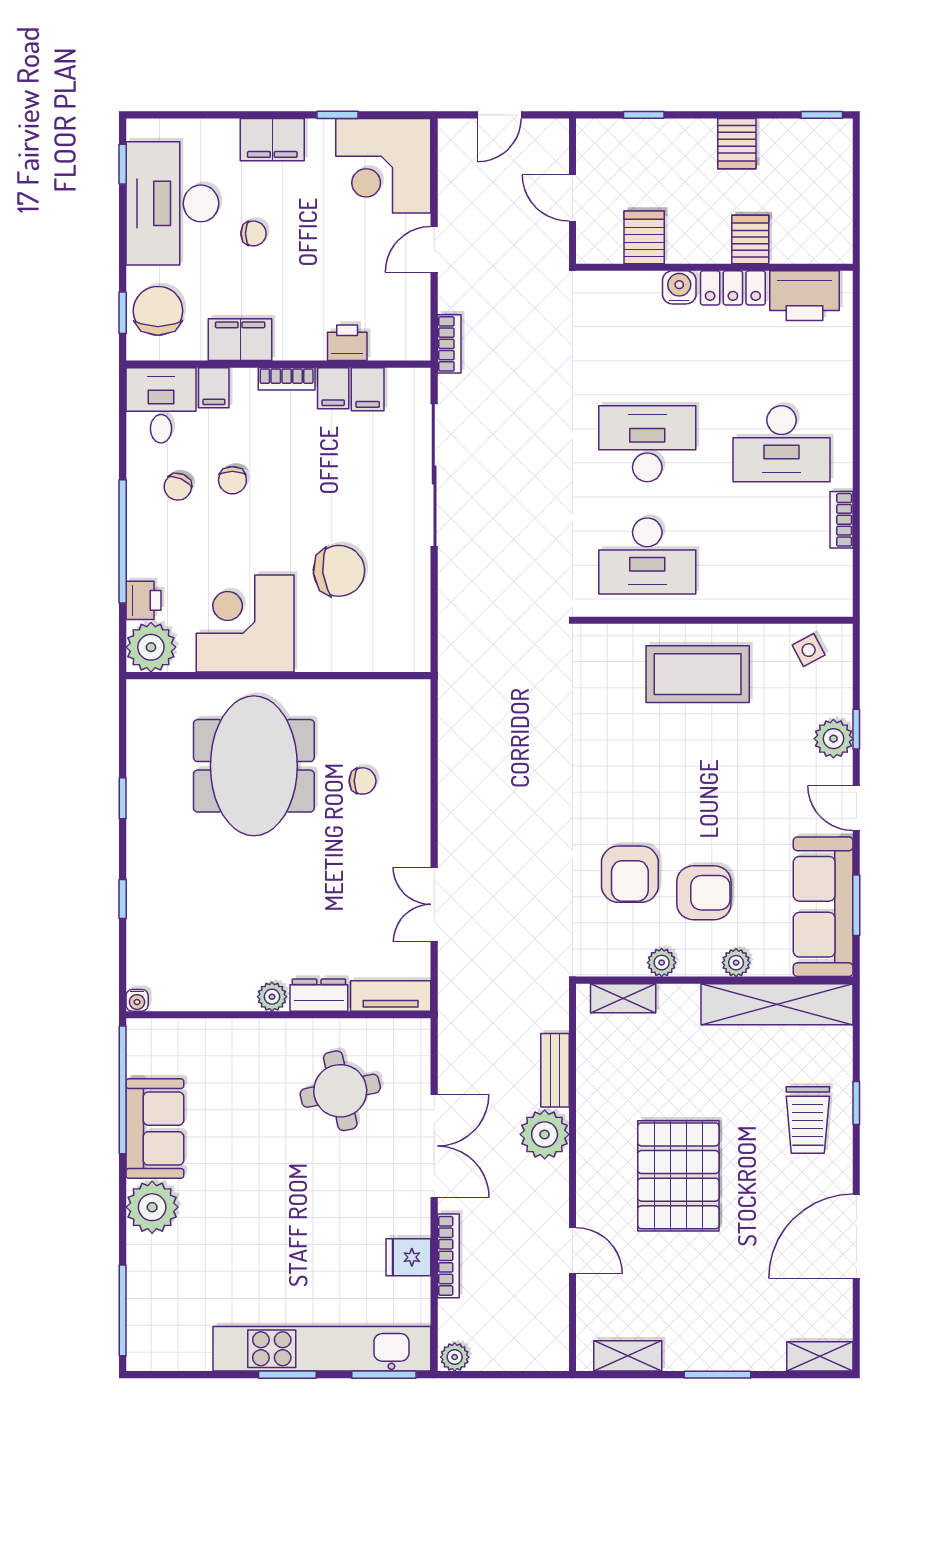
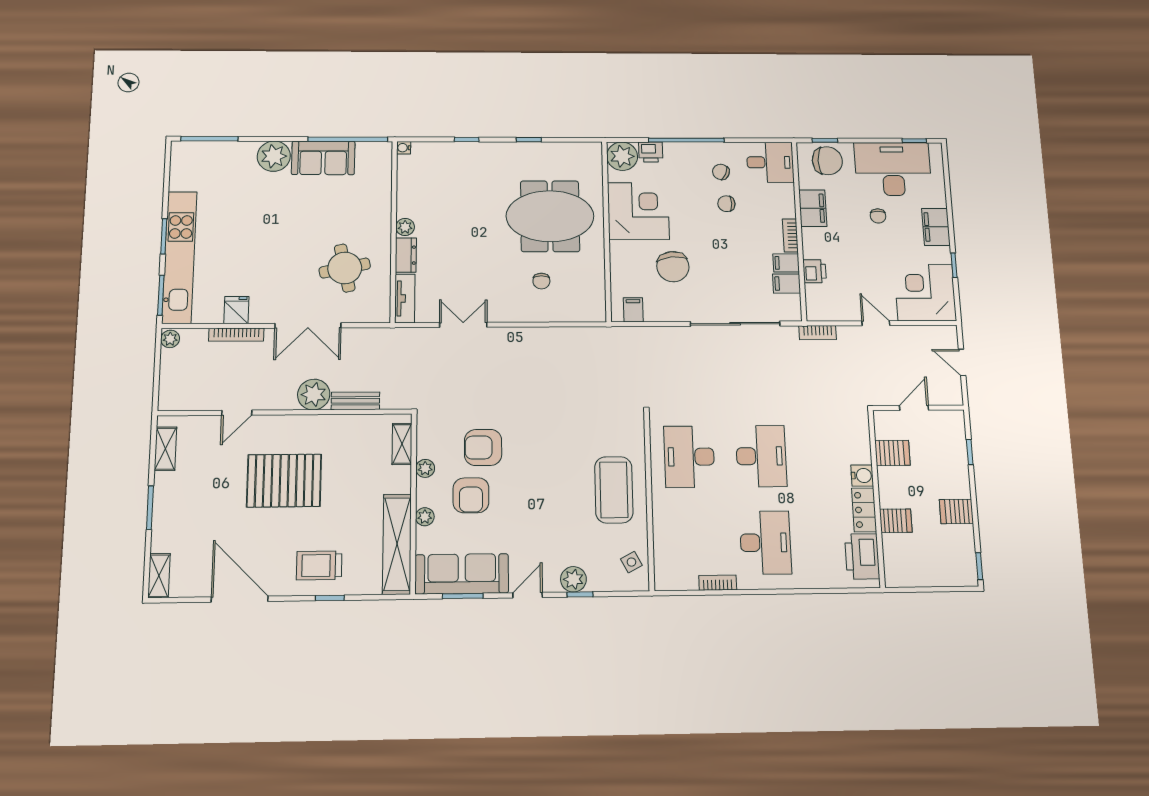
filing cabinet: (214, 388) -> (633, 310), moved, turned 90
desk: (782, 444) -> (765, 543), turned 180

